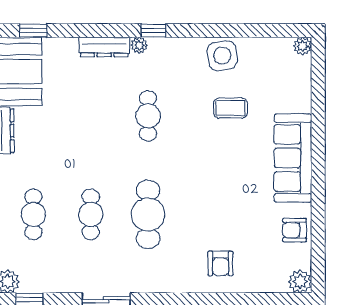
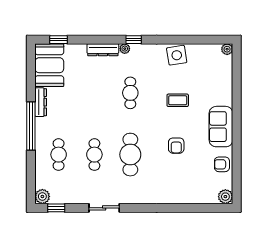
coffee table: (230, 108) -> (178, 100), moved
sofa: (293, 158) -> (221, 127), width x0.73
armchair: (220, 263) -> (176, 146), moved

